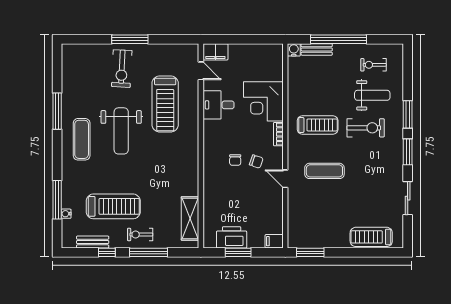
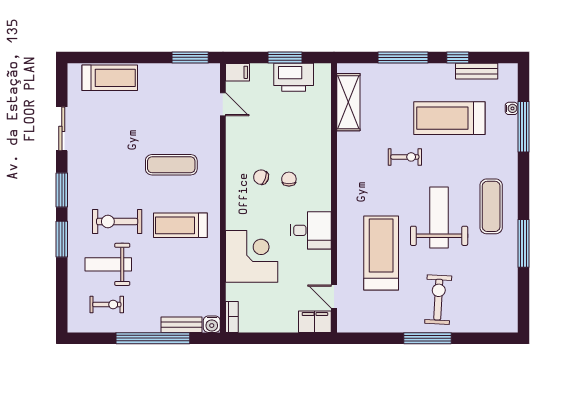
desk: (218, 105) -> (311, 230), moved
bookcase: (278, 134) -> (232, 317), moved
door: (285, 179) -> (223, 104), moved
exercise bike: (140, 234) -> (405, 157), moved

